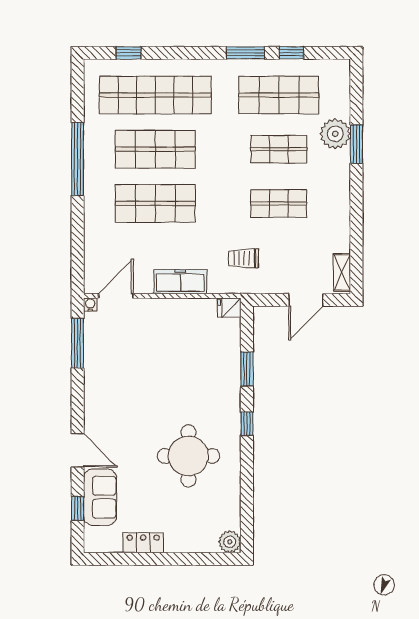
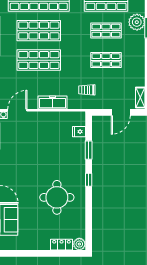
fridge: (229, 308) -> (79, 132), moved
locker: (143, 543) -> (62, 245), moved

